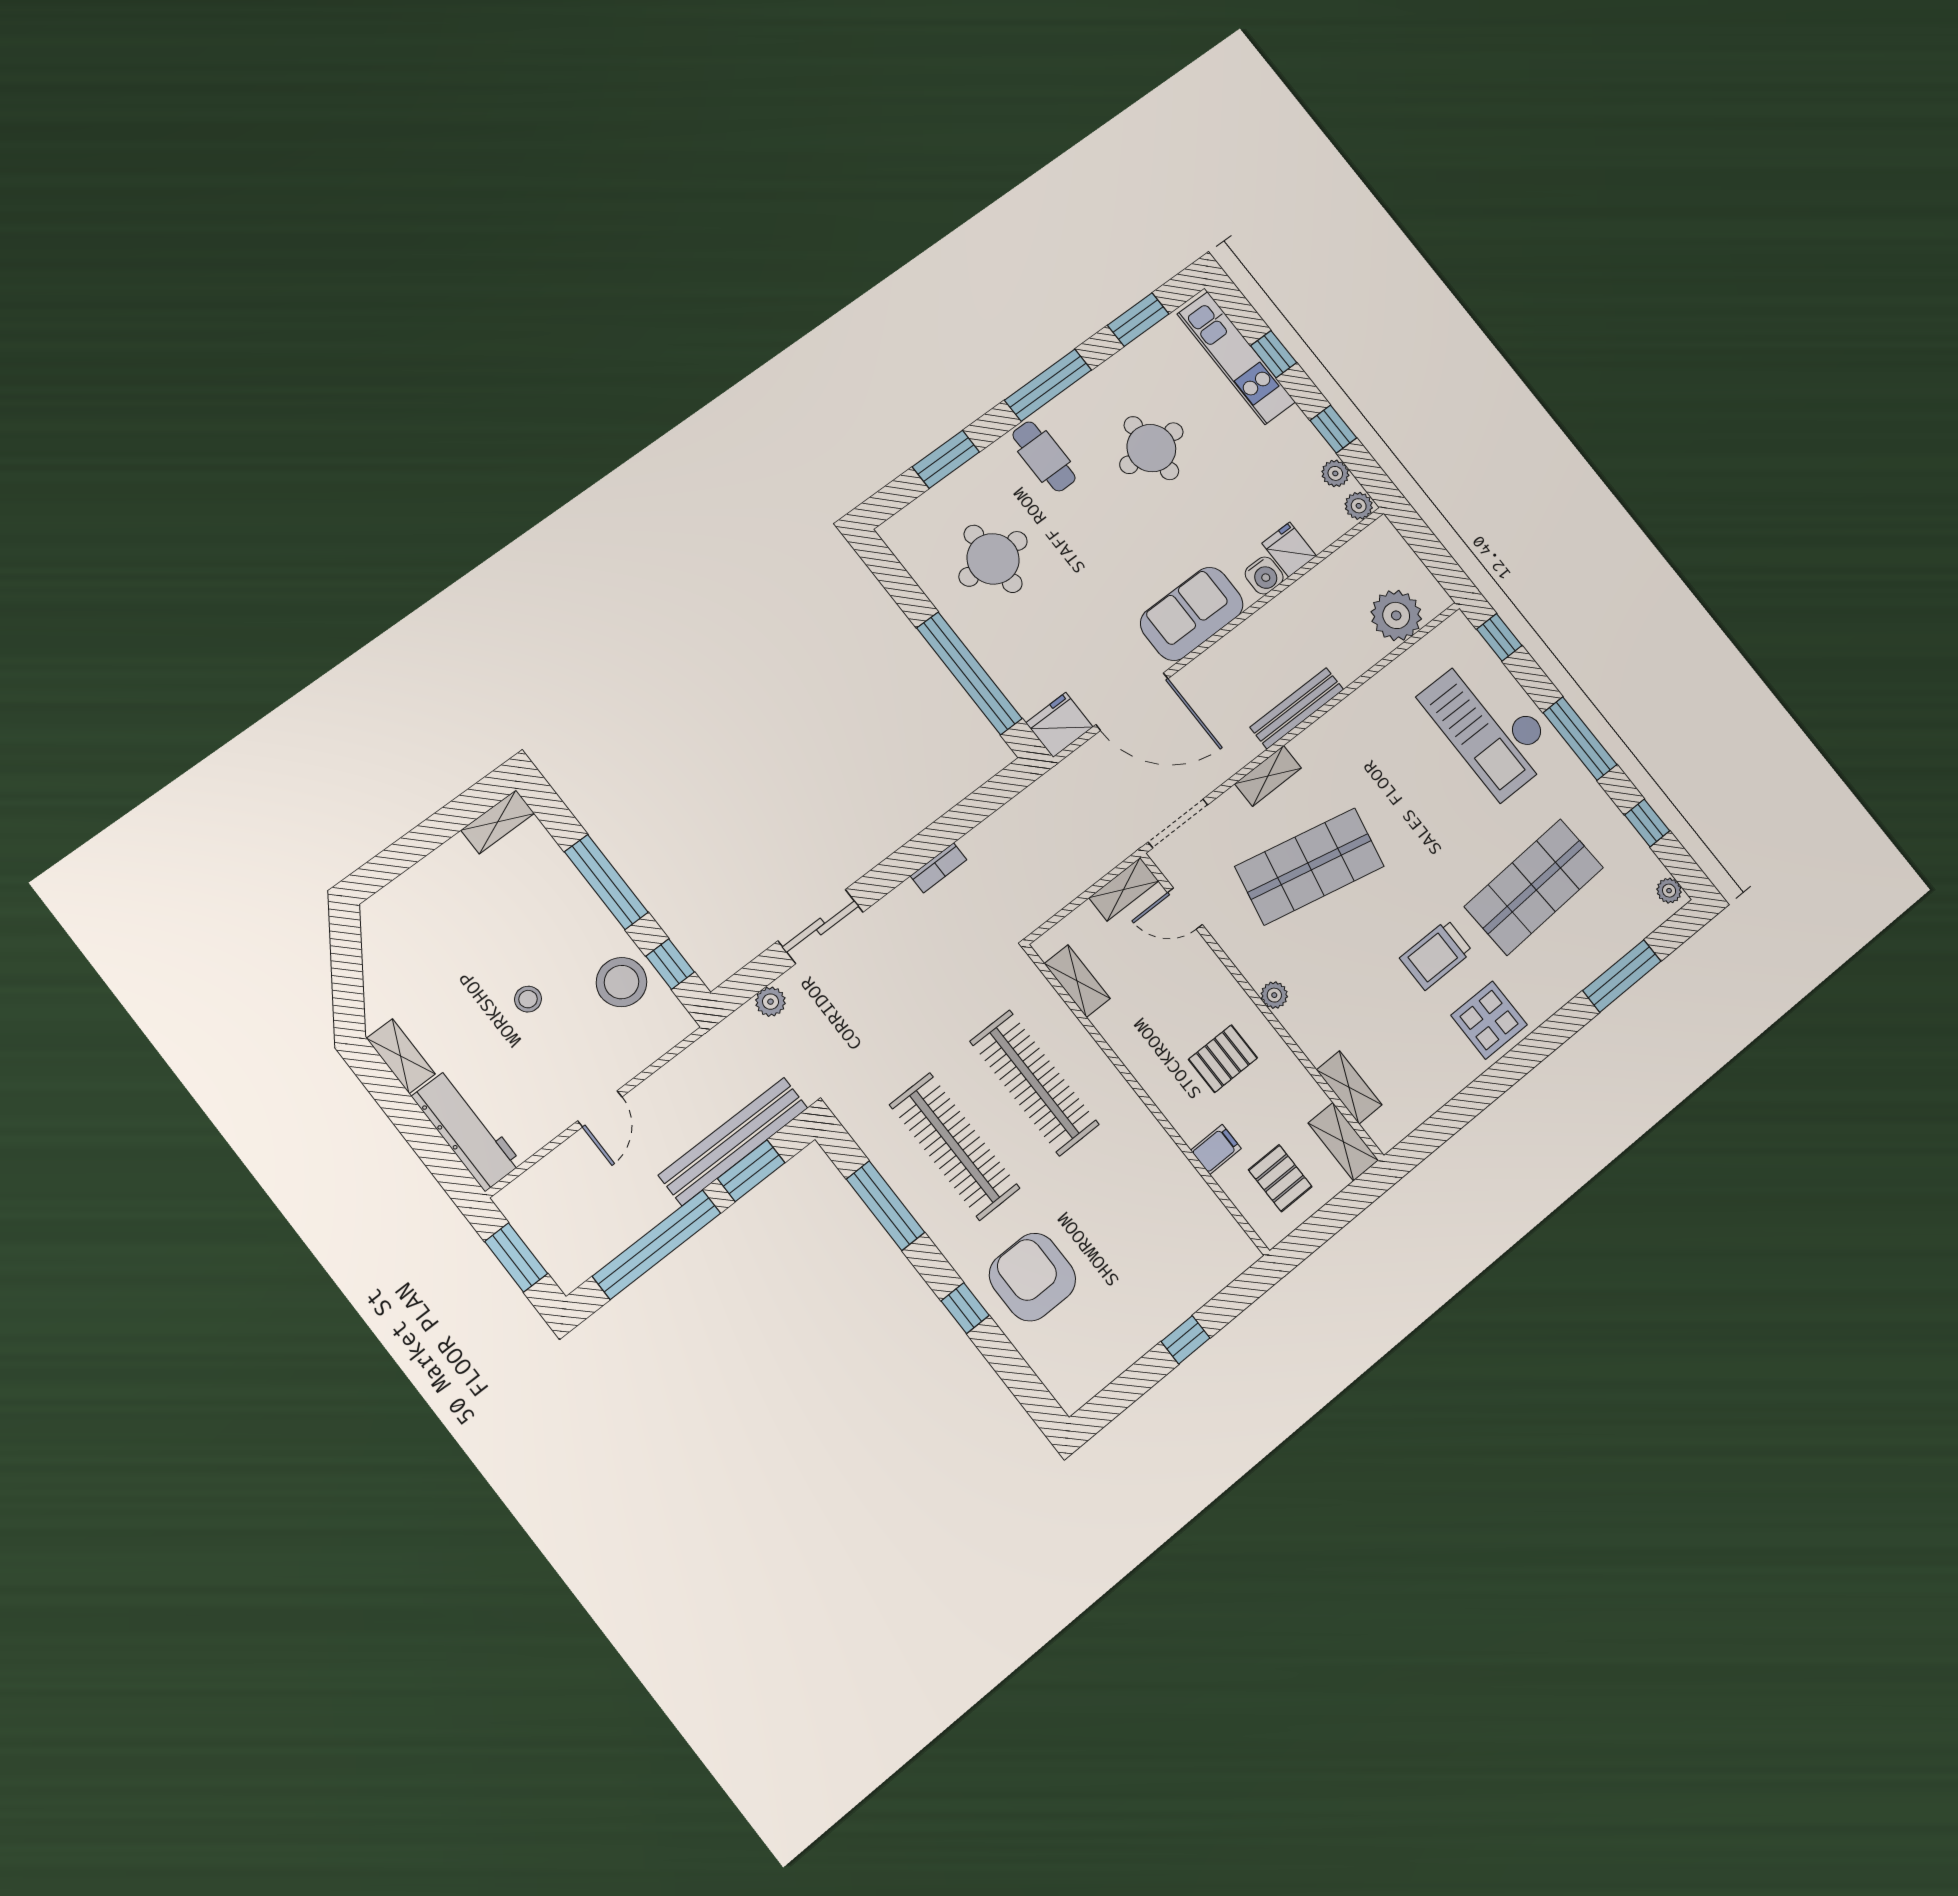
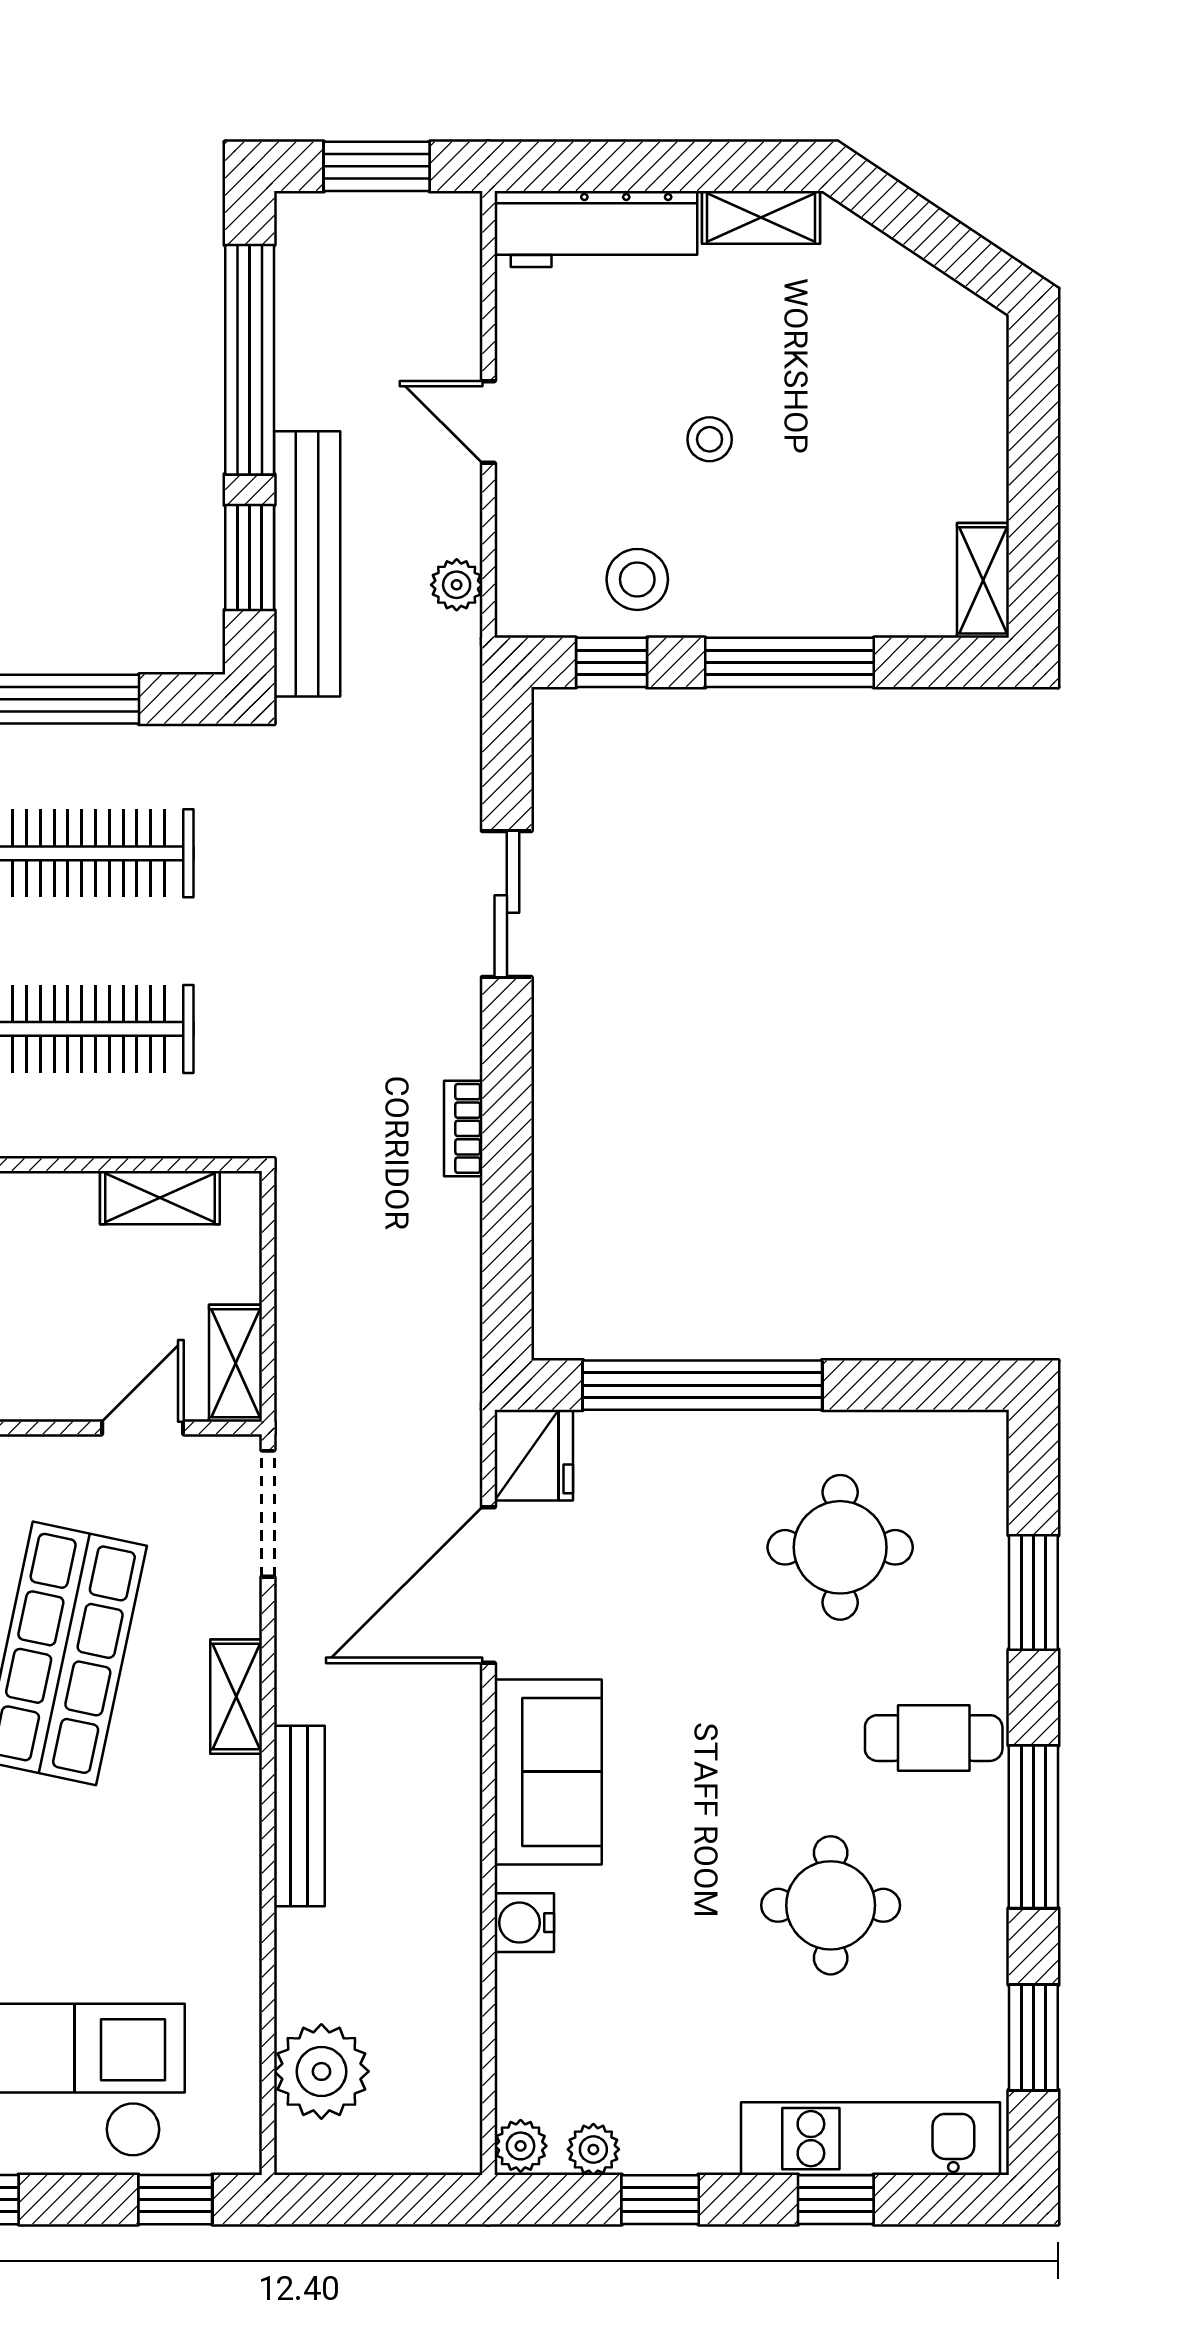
fridge: (1289, 550) -> (534, 1990), removed
stool: (621, 982) -> (637, 579), width x0.73, depth x0.73
plant: (770, 1002) -> (457, 585), moved

